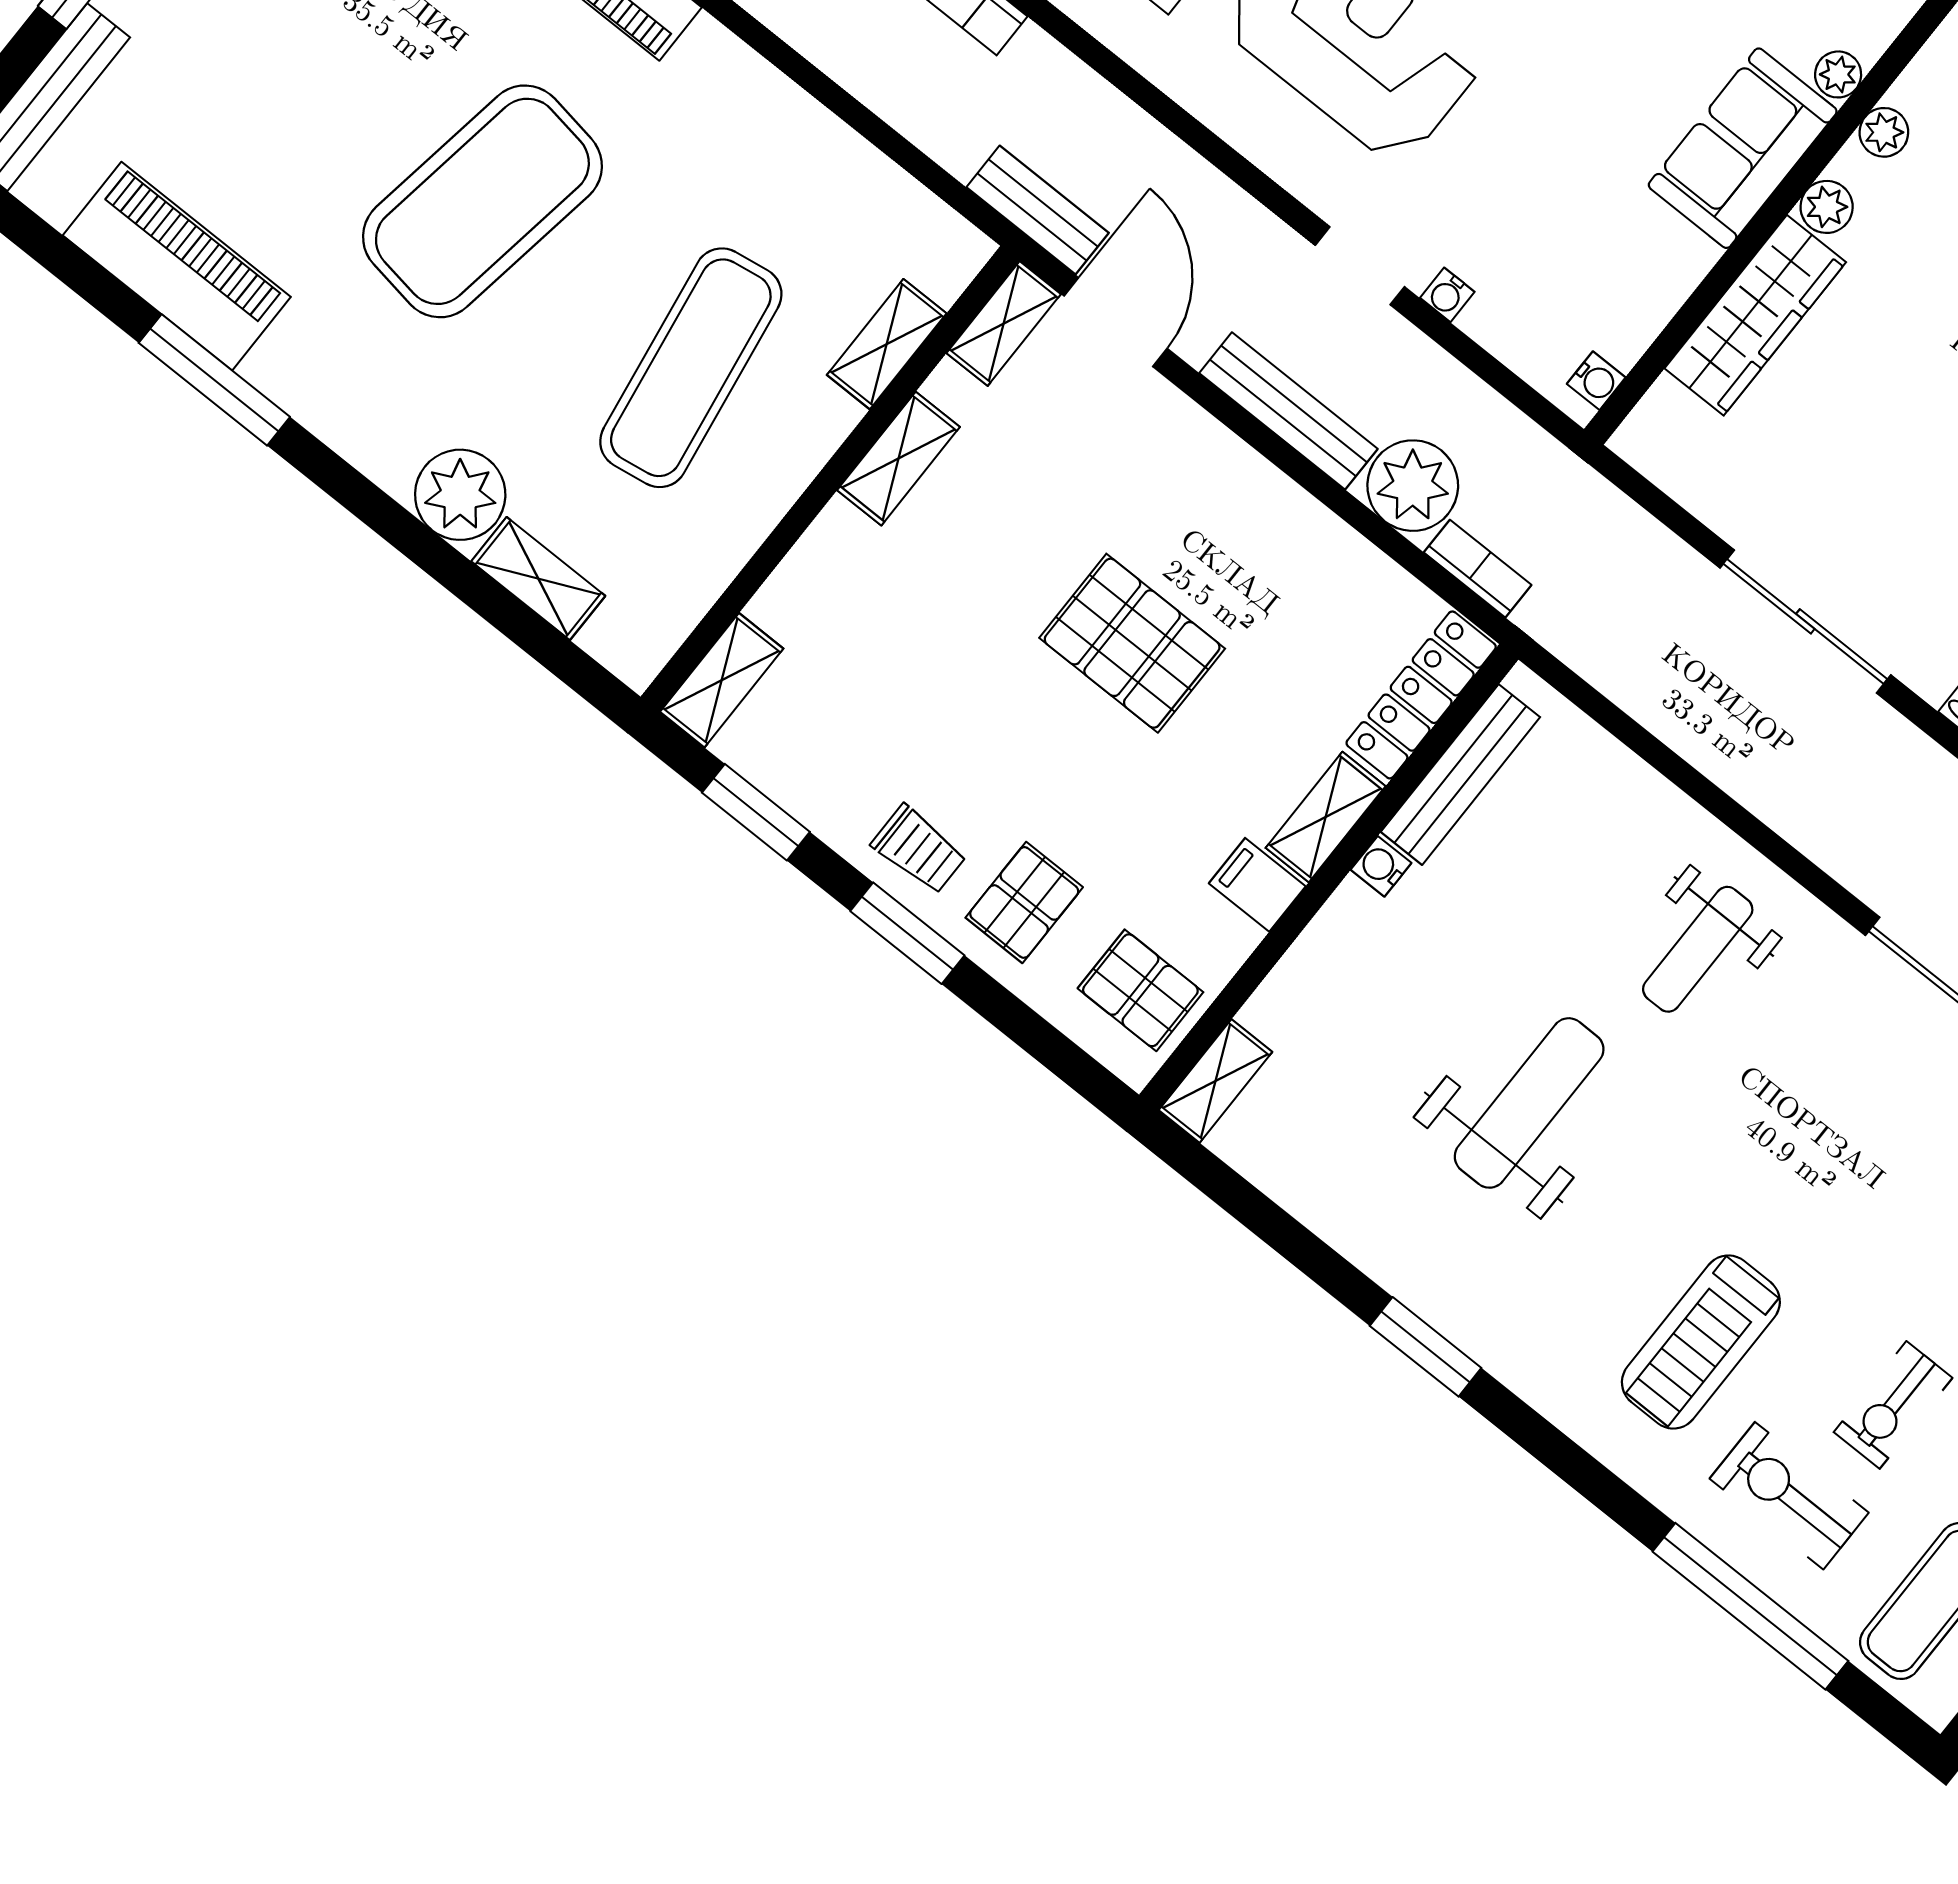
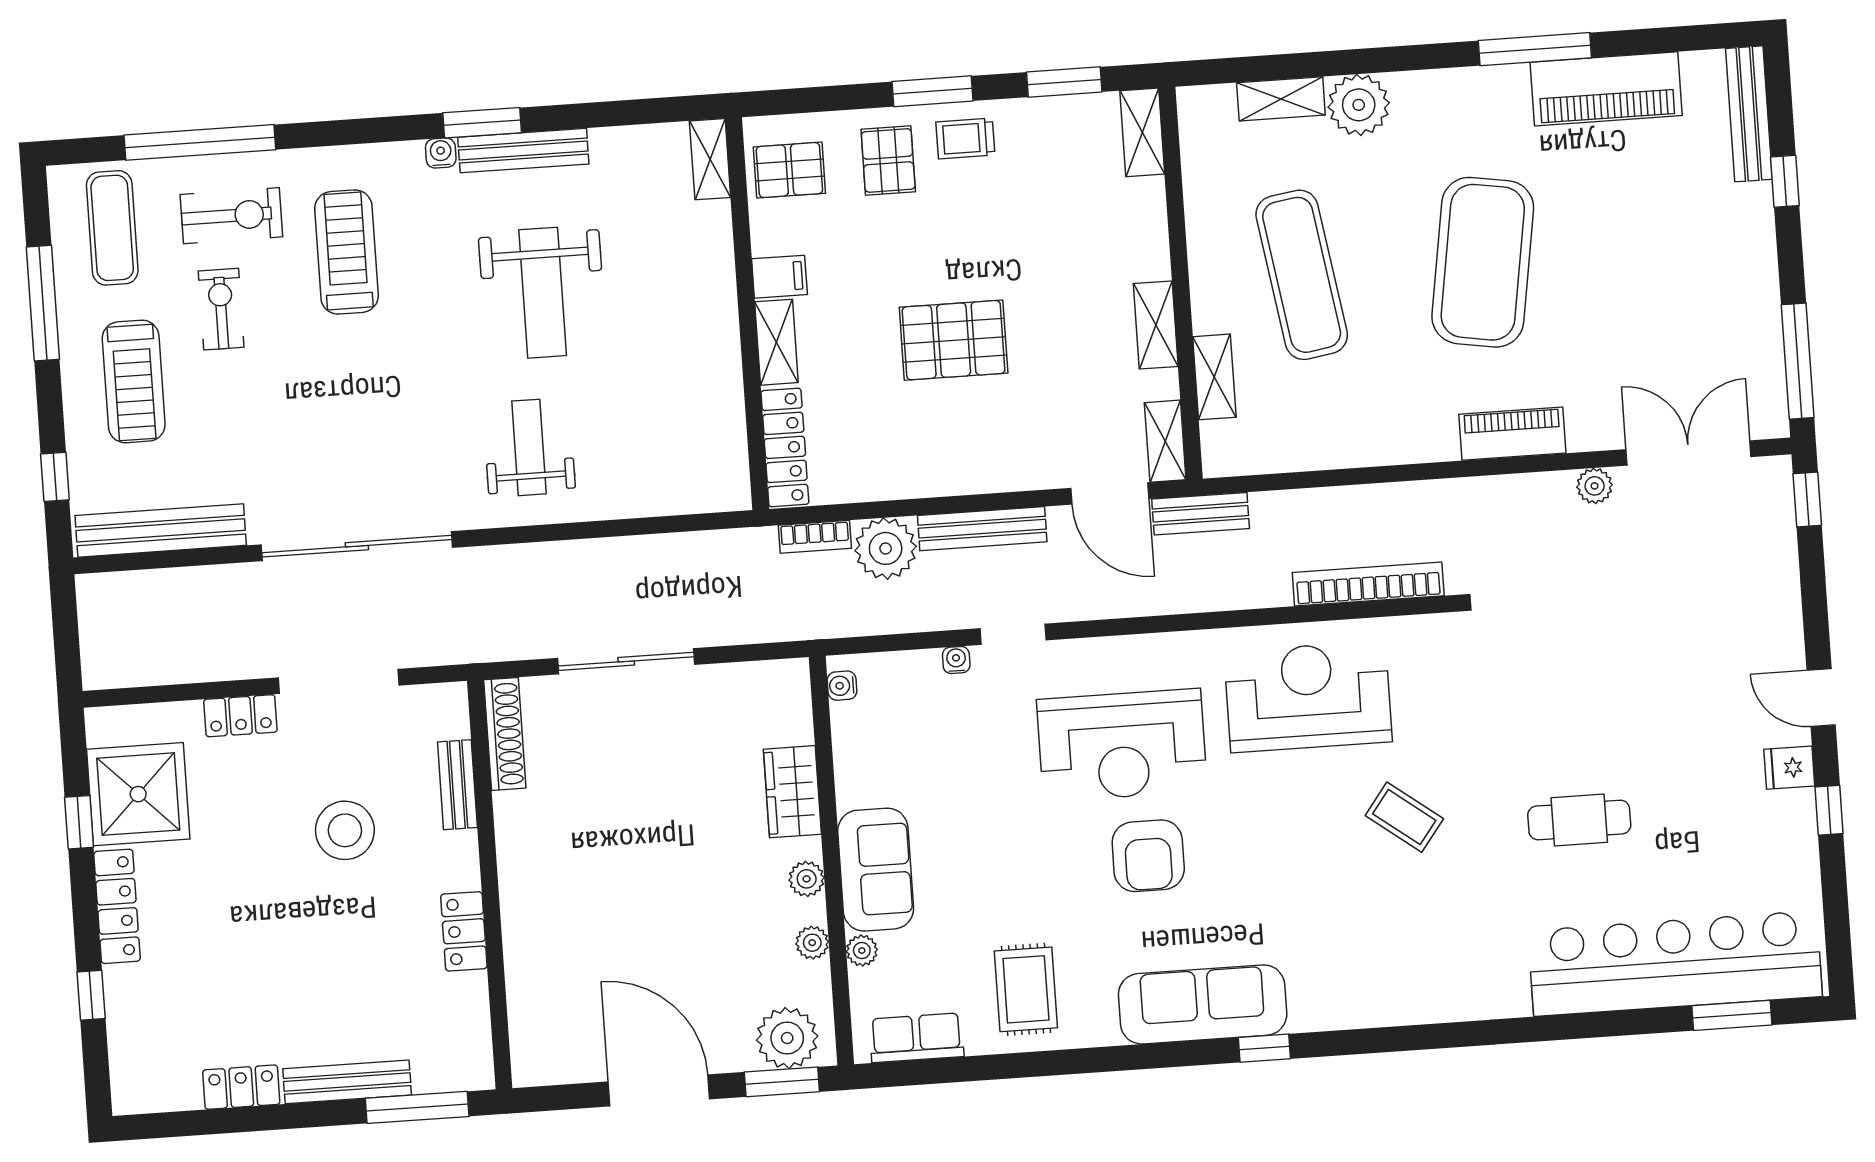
wardrobe: (1755, 315) -> (792, 792), width x0.67
bench: (1460, 775) -> (523, 151), moved, turned 90
water cooler: (1381, 866) -> (441, 153), moved, turned -90

